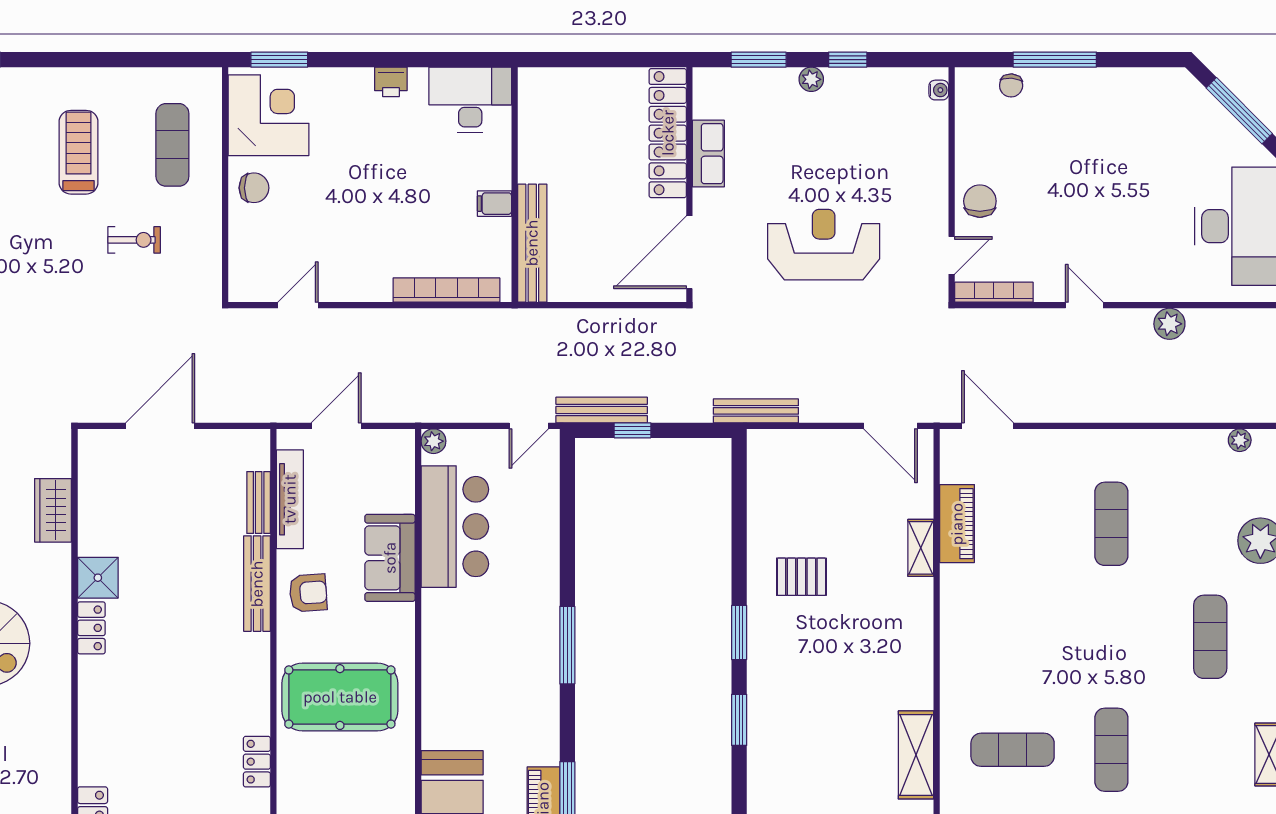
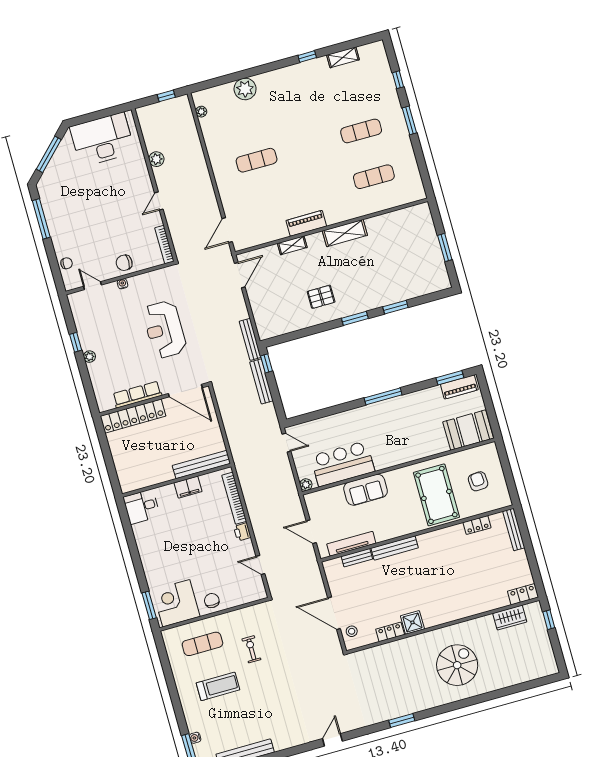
window: (759, 60) -> (87, 383), removed
window: (1055, 60) -> (41, 219), moved
printer: (391, 82) -> (242, 532), moved, turned 180
water cooler: (939, 90) -> (123, 284), moved
desk: (470, 100) -> (142, 507), width x0.73
treadmill: (78, 152) -> (218, 686), turned 180
row of seats: (708, 154) -> (137, 395), width x1.48
filing cabinet: (494, 204) -> (188, 487), width x2.00
door: (952, 255) -> (93, 286), moved
bench: (602, 410) -> (261, 381), moved
window: (633, 430) -> (267, 363), moved
stool: (114, 451) -> (352, 631), added
wardrobe: (53, 510) -> (510, 618), moved
piano: (957, 524) -> (306, 223), moved
pallet: (801, 577) -> (321, 297), turned 90
armchair: (308, 593) -> (478, 481), moved
locker: (91, 628) -> (390, 632), moved
exercise mat: (1210, 637) -> (296, 100), removed
exercise mat: (1013, 750) -> (374, 177), turned 90
shelving: (916, 755) -> (345, 233), moved

